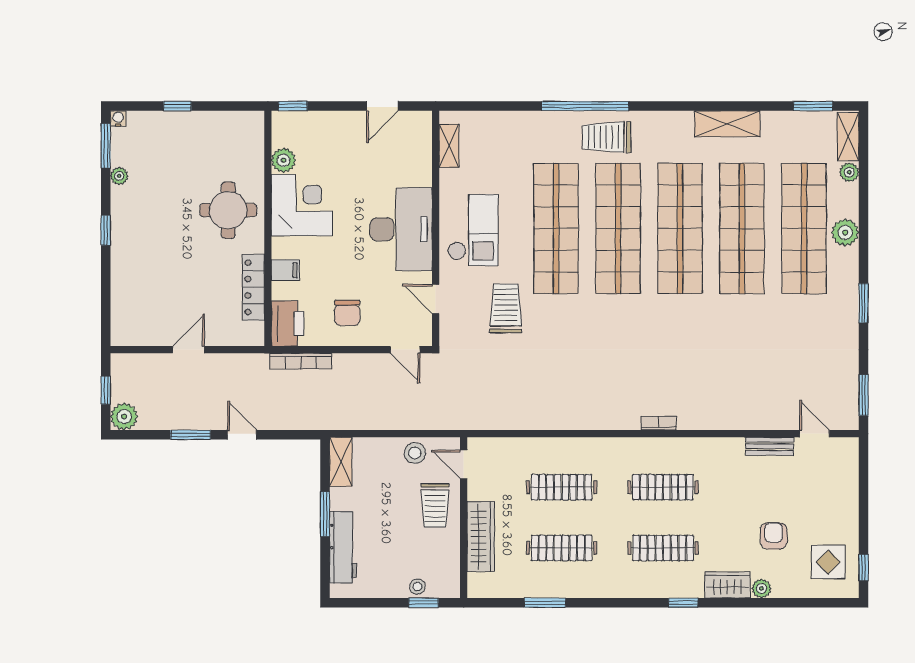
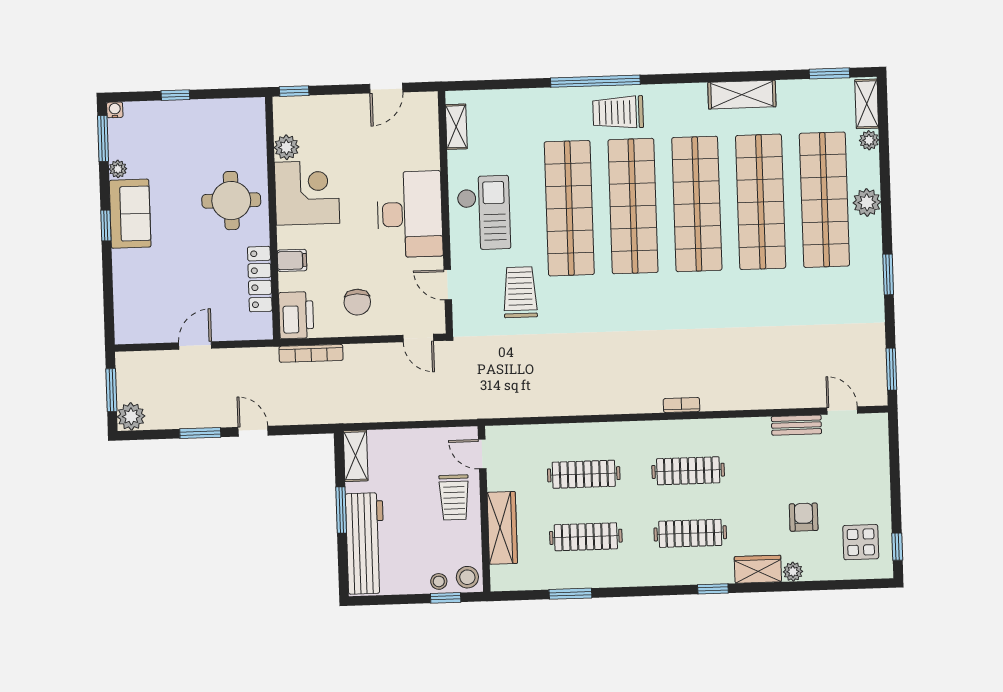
sofa: (130, 220) -> (130, 214), added
window: (106, 390) -> (111, 390), width x1.50
stool: (415, 453) -> (467, 577), moved
workbench: (343, 547) -> (365, 543), width x1.36, depth x1.32

